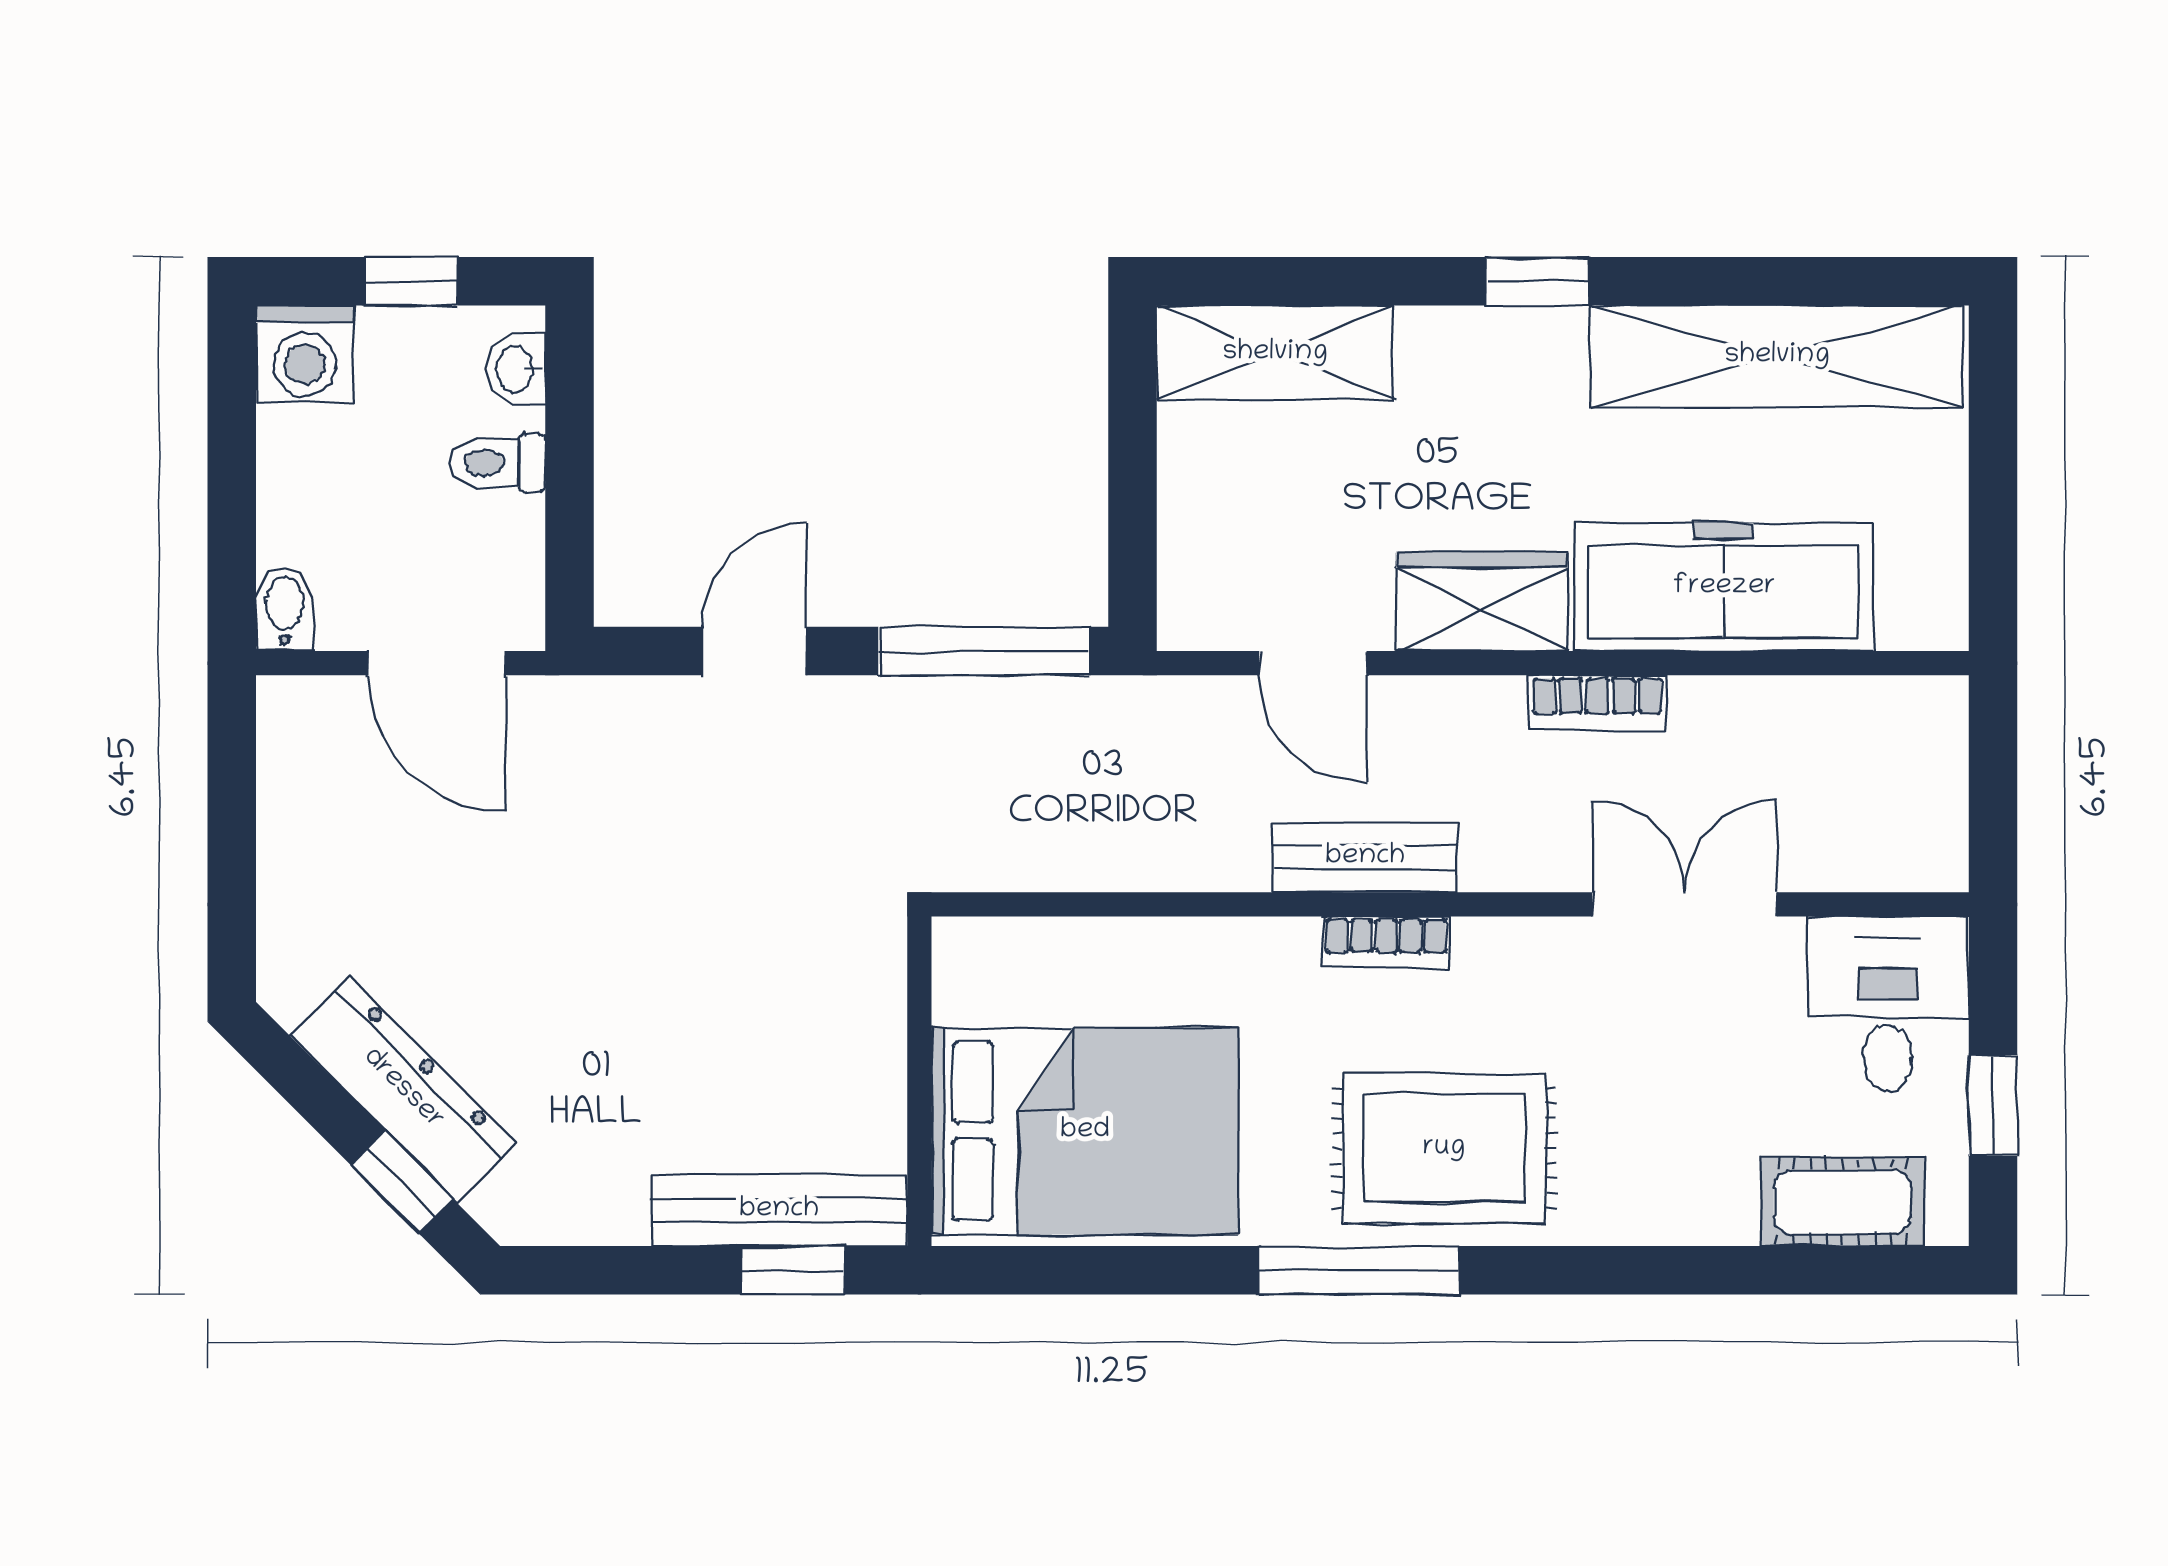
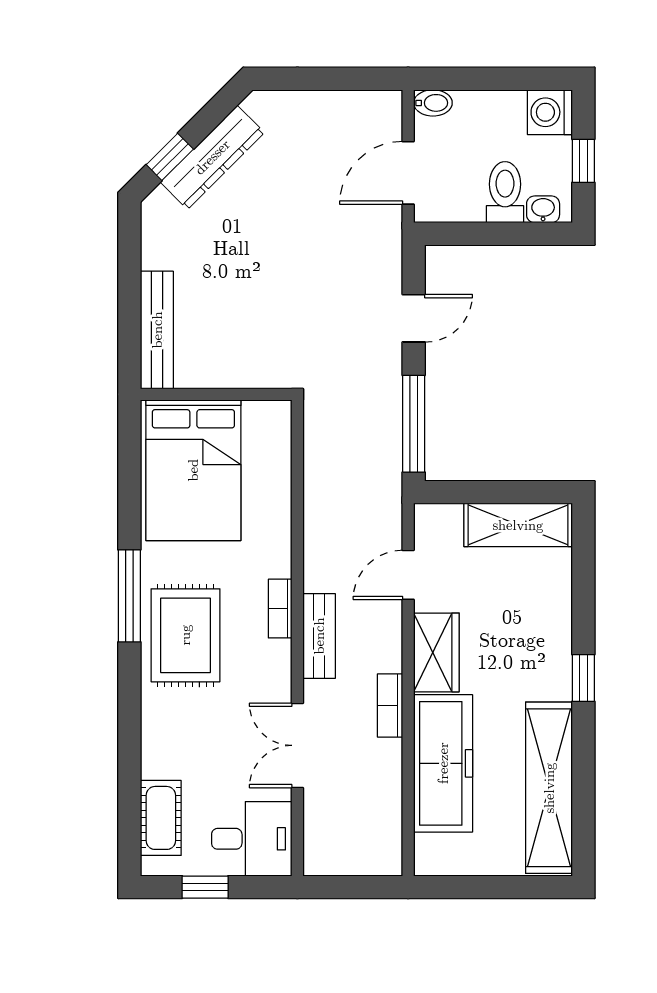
shelving: (1275, 353) -> (518, 525), moved, turned 90
toilet: (497, 463) -> (505, 192), width x1.37, depth x1.39
door: (754, 651) -> (414, 318), hinge flipped
bench: (1365, 857) -> (319, 636), moved
double door: (1684, 904) -> (297, 745), swing flipped
window: (793, 1270) -> (129, 336), removed

